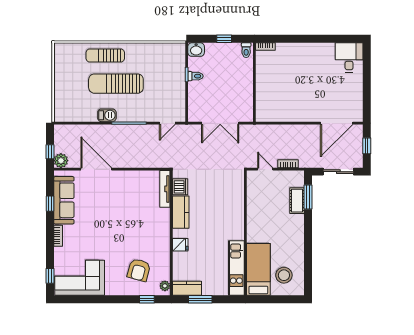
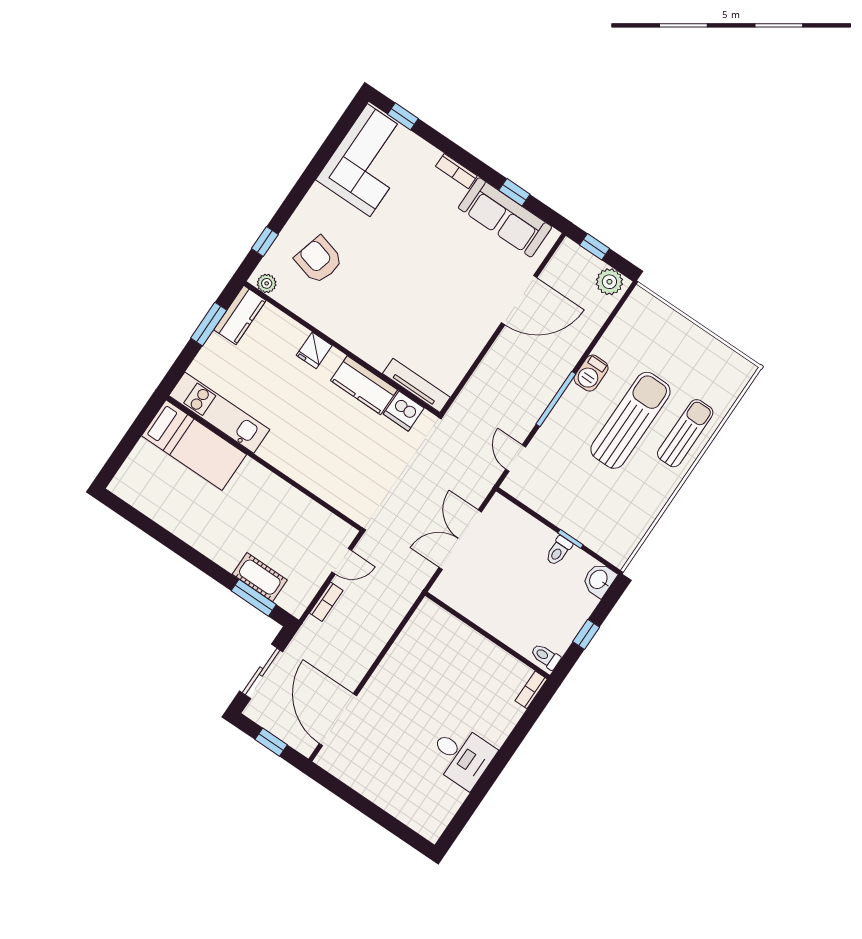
desk: (349, 57) -> (462, 756), moved
plant: (61, 161) -> (609, 282), moved
stool: (284, 275) -> (158, 479), removed

